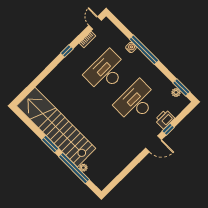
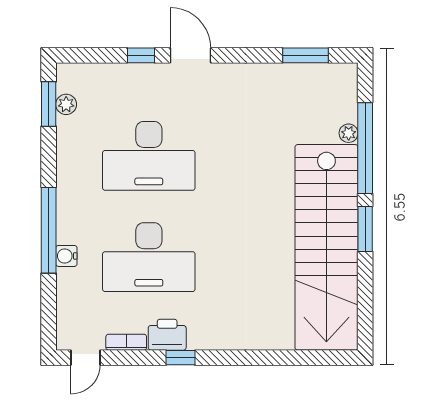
printer: (165, 119) -> (167, 335), moved, turned 180
window: (119, 178) -> (305, 55), added

